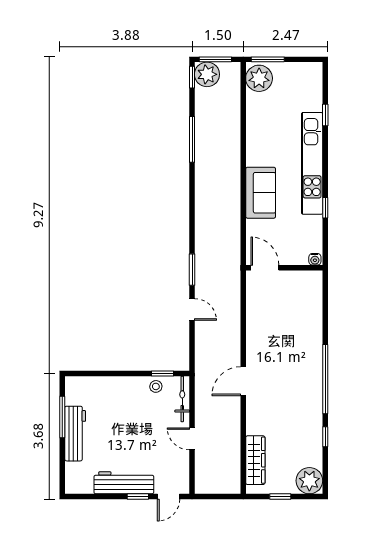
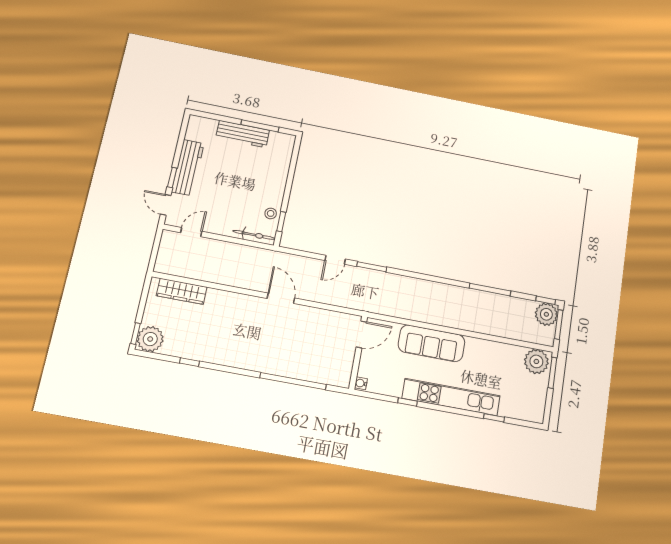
sofa: (261, 193) -> (432, 343), width x1.36
window: (325, 379) -> (293, 381), moved
door: (243, 381) -> (281, 298), moved
door: (192, 439) -> (191, 232), moved
window: (280, 496) -> (135, 334), moved

